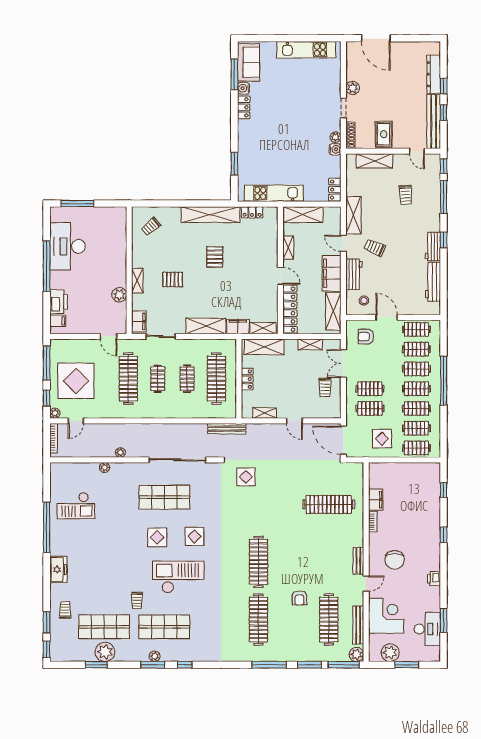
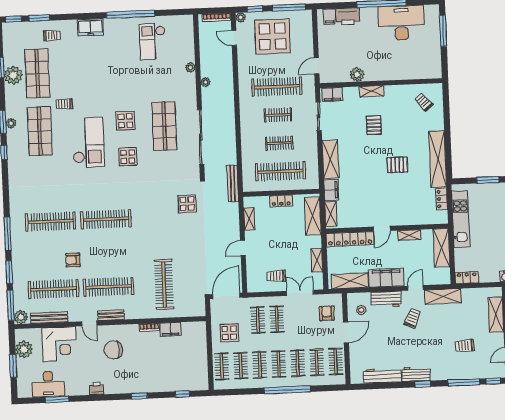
clothes rail: (329, 562) -> (109, 287), added

